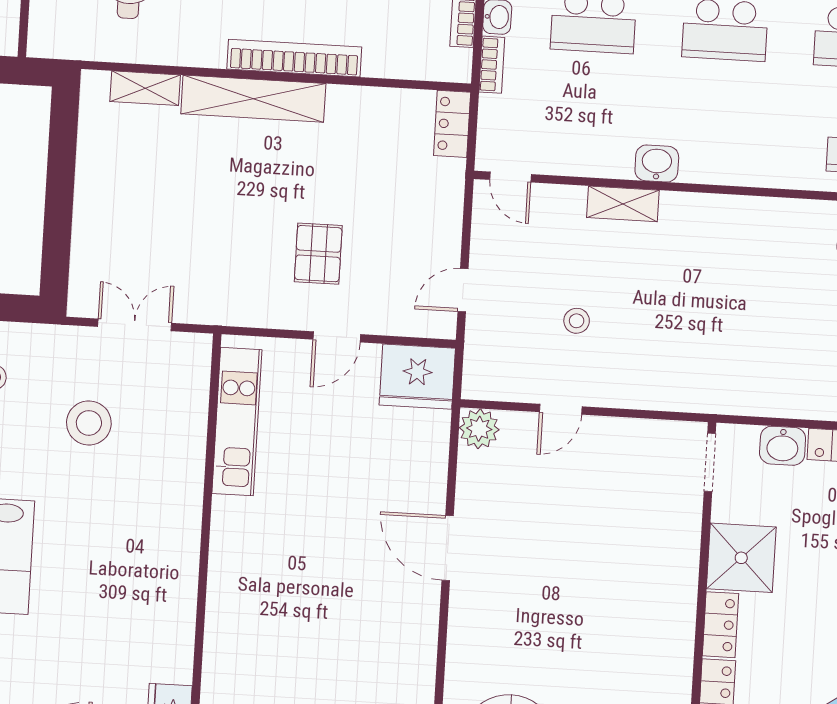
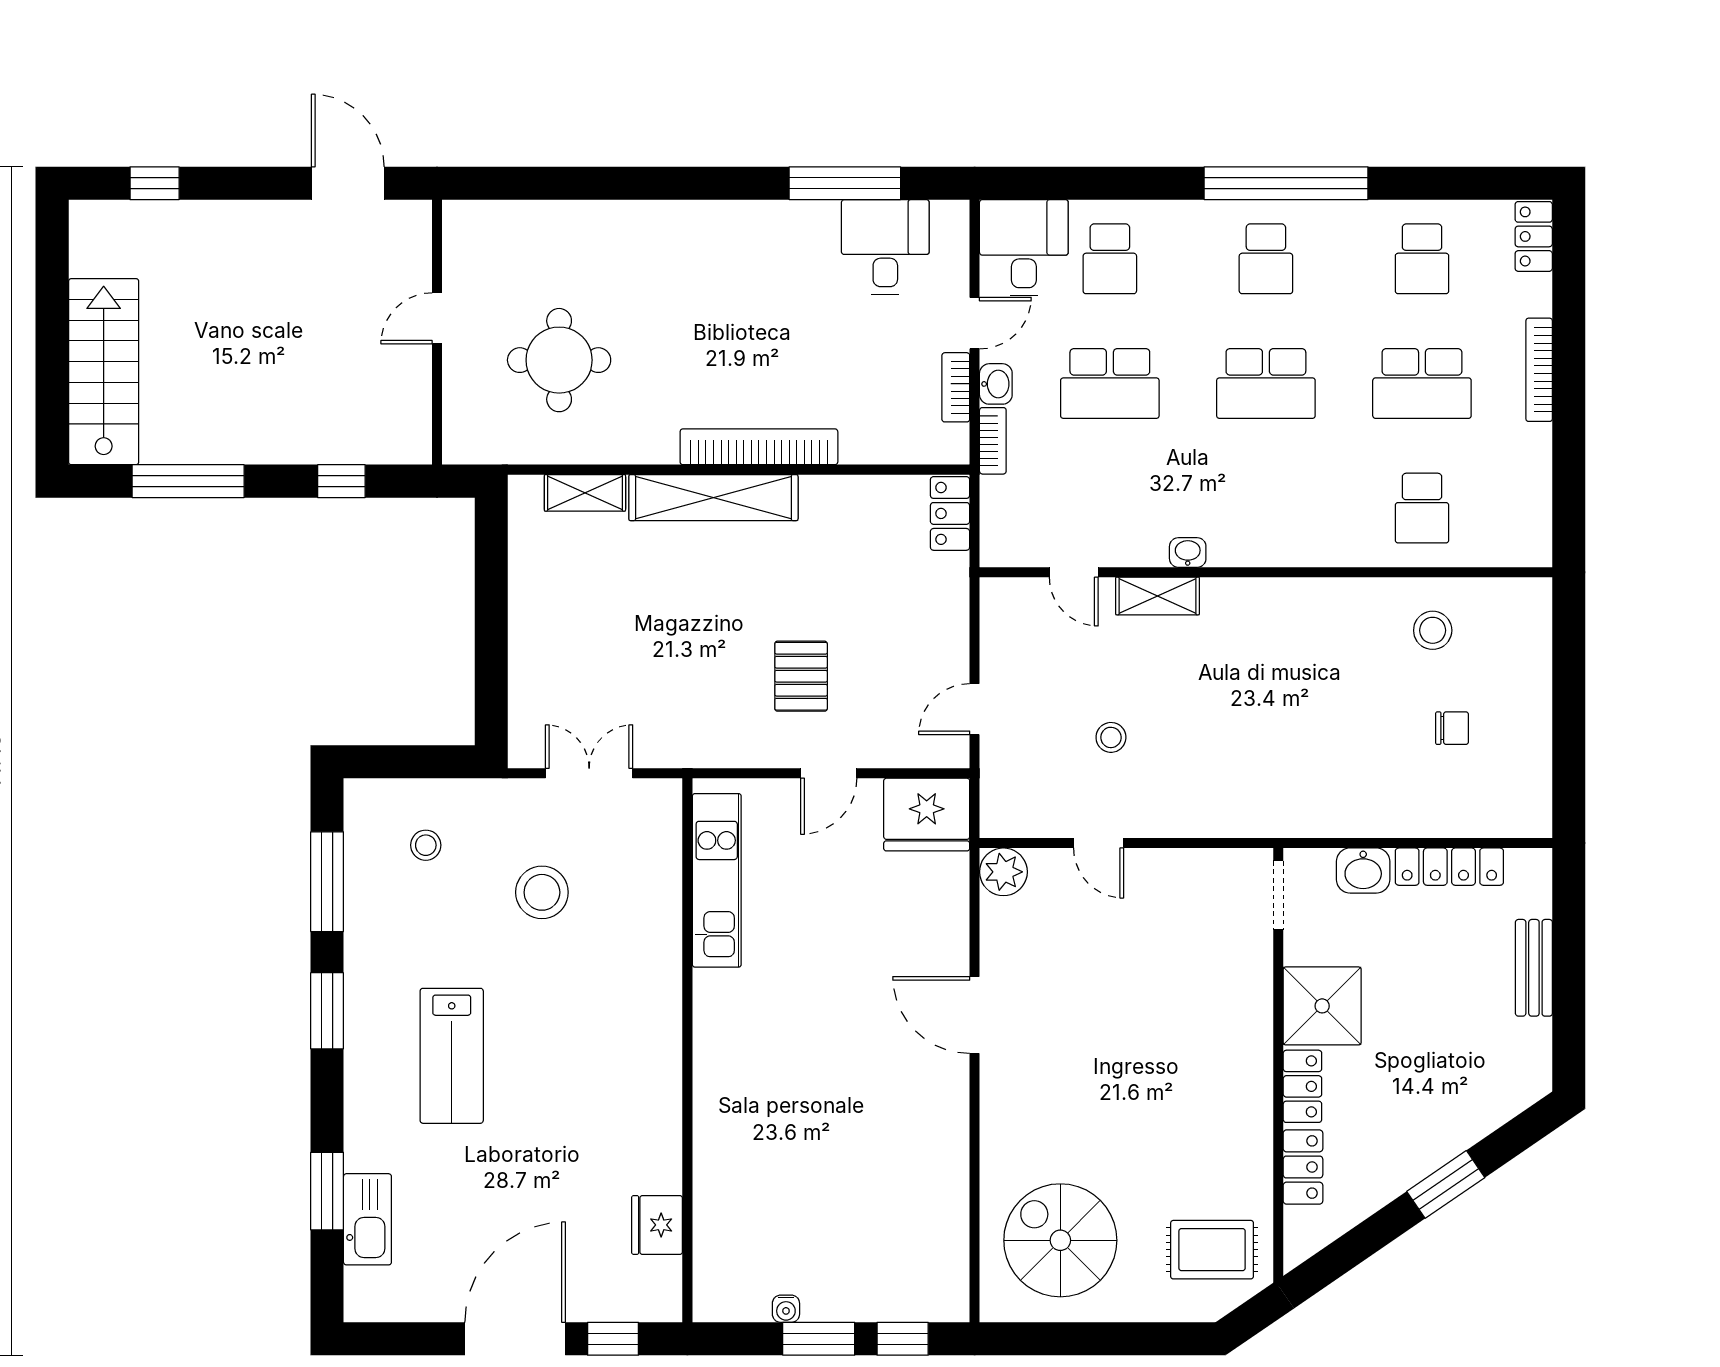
washbasin: (657, 163) -> (1188, 553), width x0.72, depth x0.69
door: (510, 177) -> (1074, 572), moved
door: (561, 409) -> (1099, 843), hinge flipped

